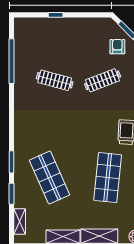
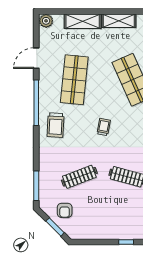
trolley: (78, 130) -> (104, 127), added

